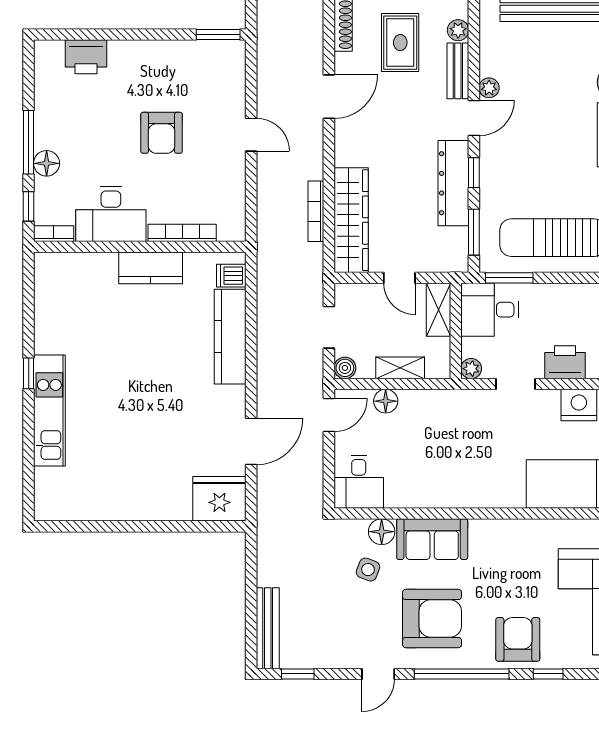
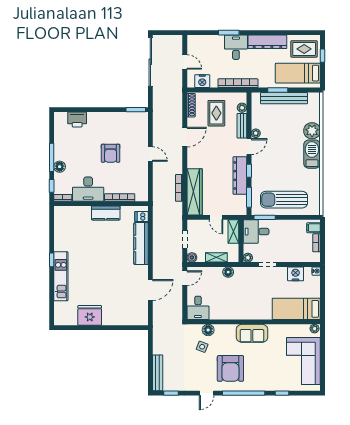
printer: (565, 362) -> (289, 255), removed
floor lamp: (386, 401) -> (228, 272), moved
fridge: (219, 499) -> (90, 315), moved
sofa: (432, 539) -> (252, 333), moved
armchair: (432, 618) -> (230, 368), turned 90
armchair: (518, 639) -> (269, 378), removed

